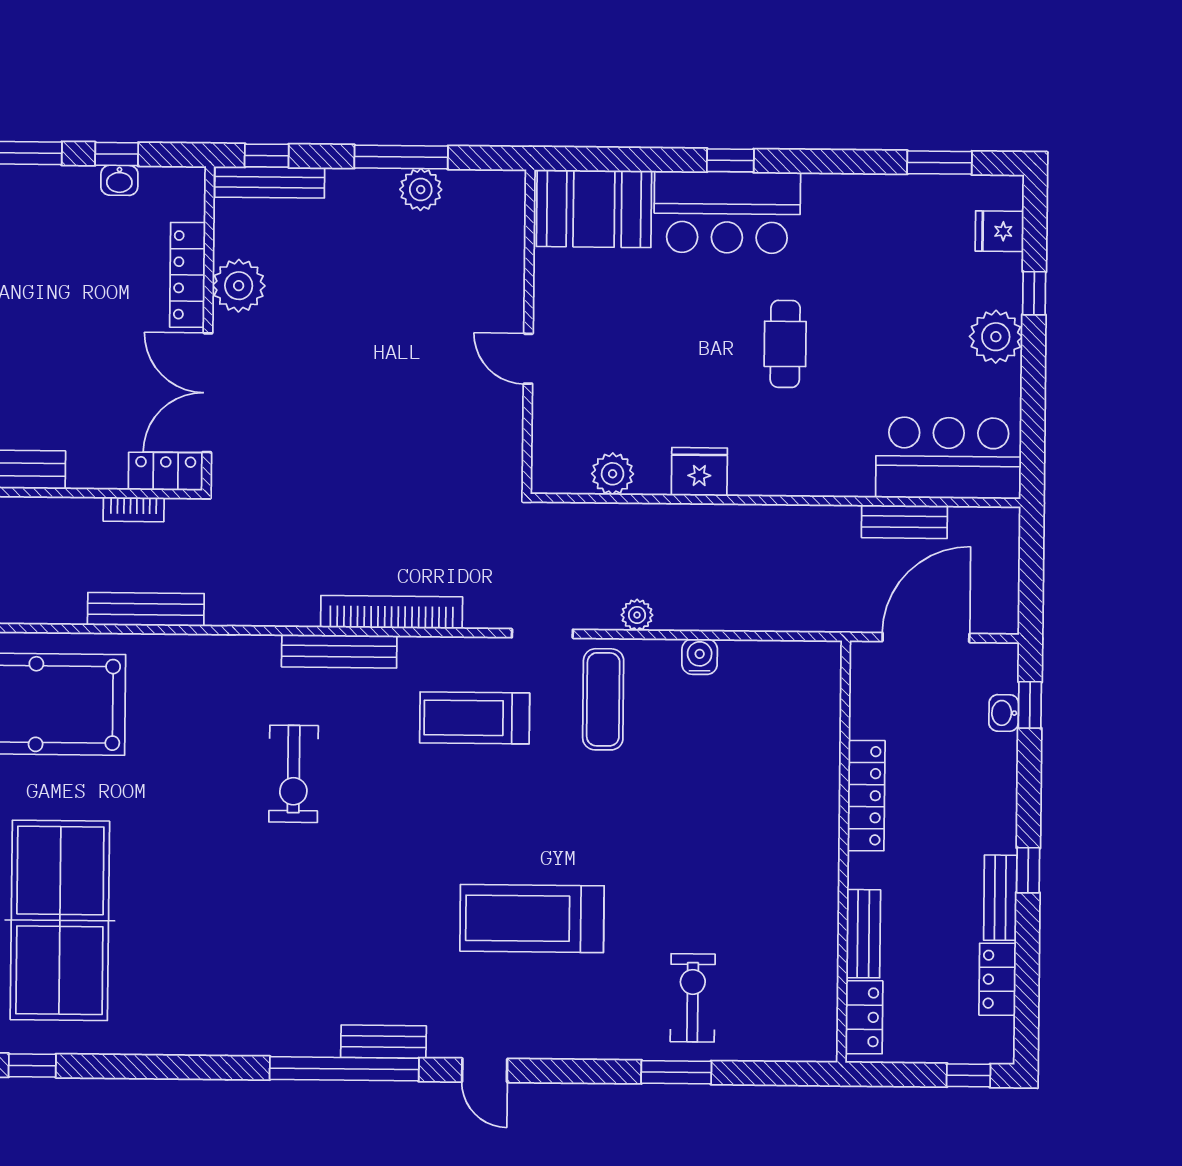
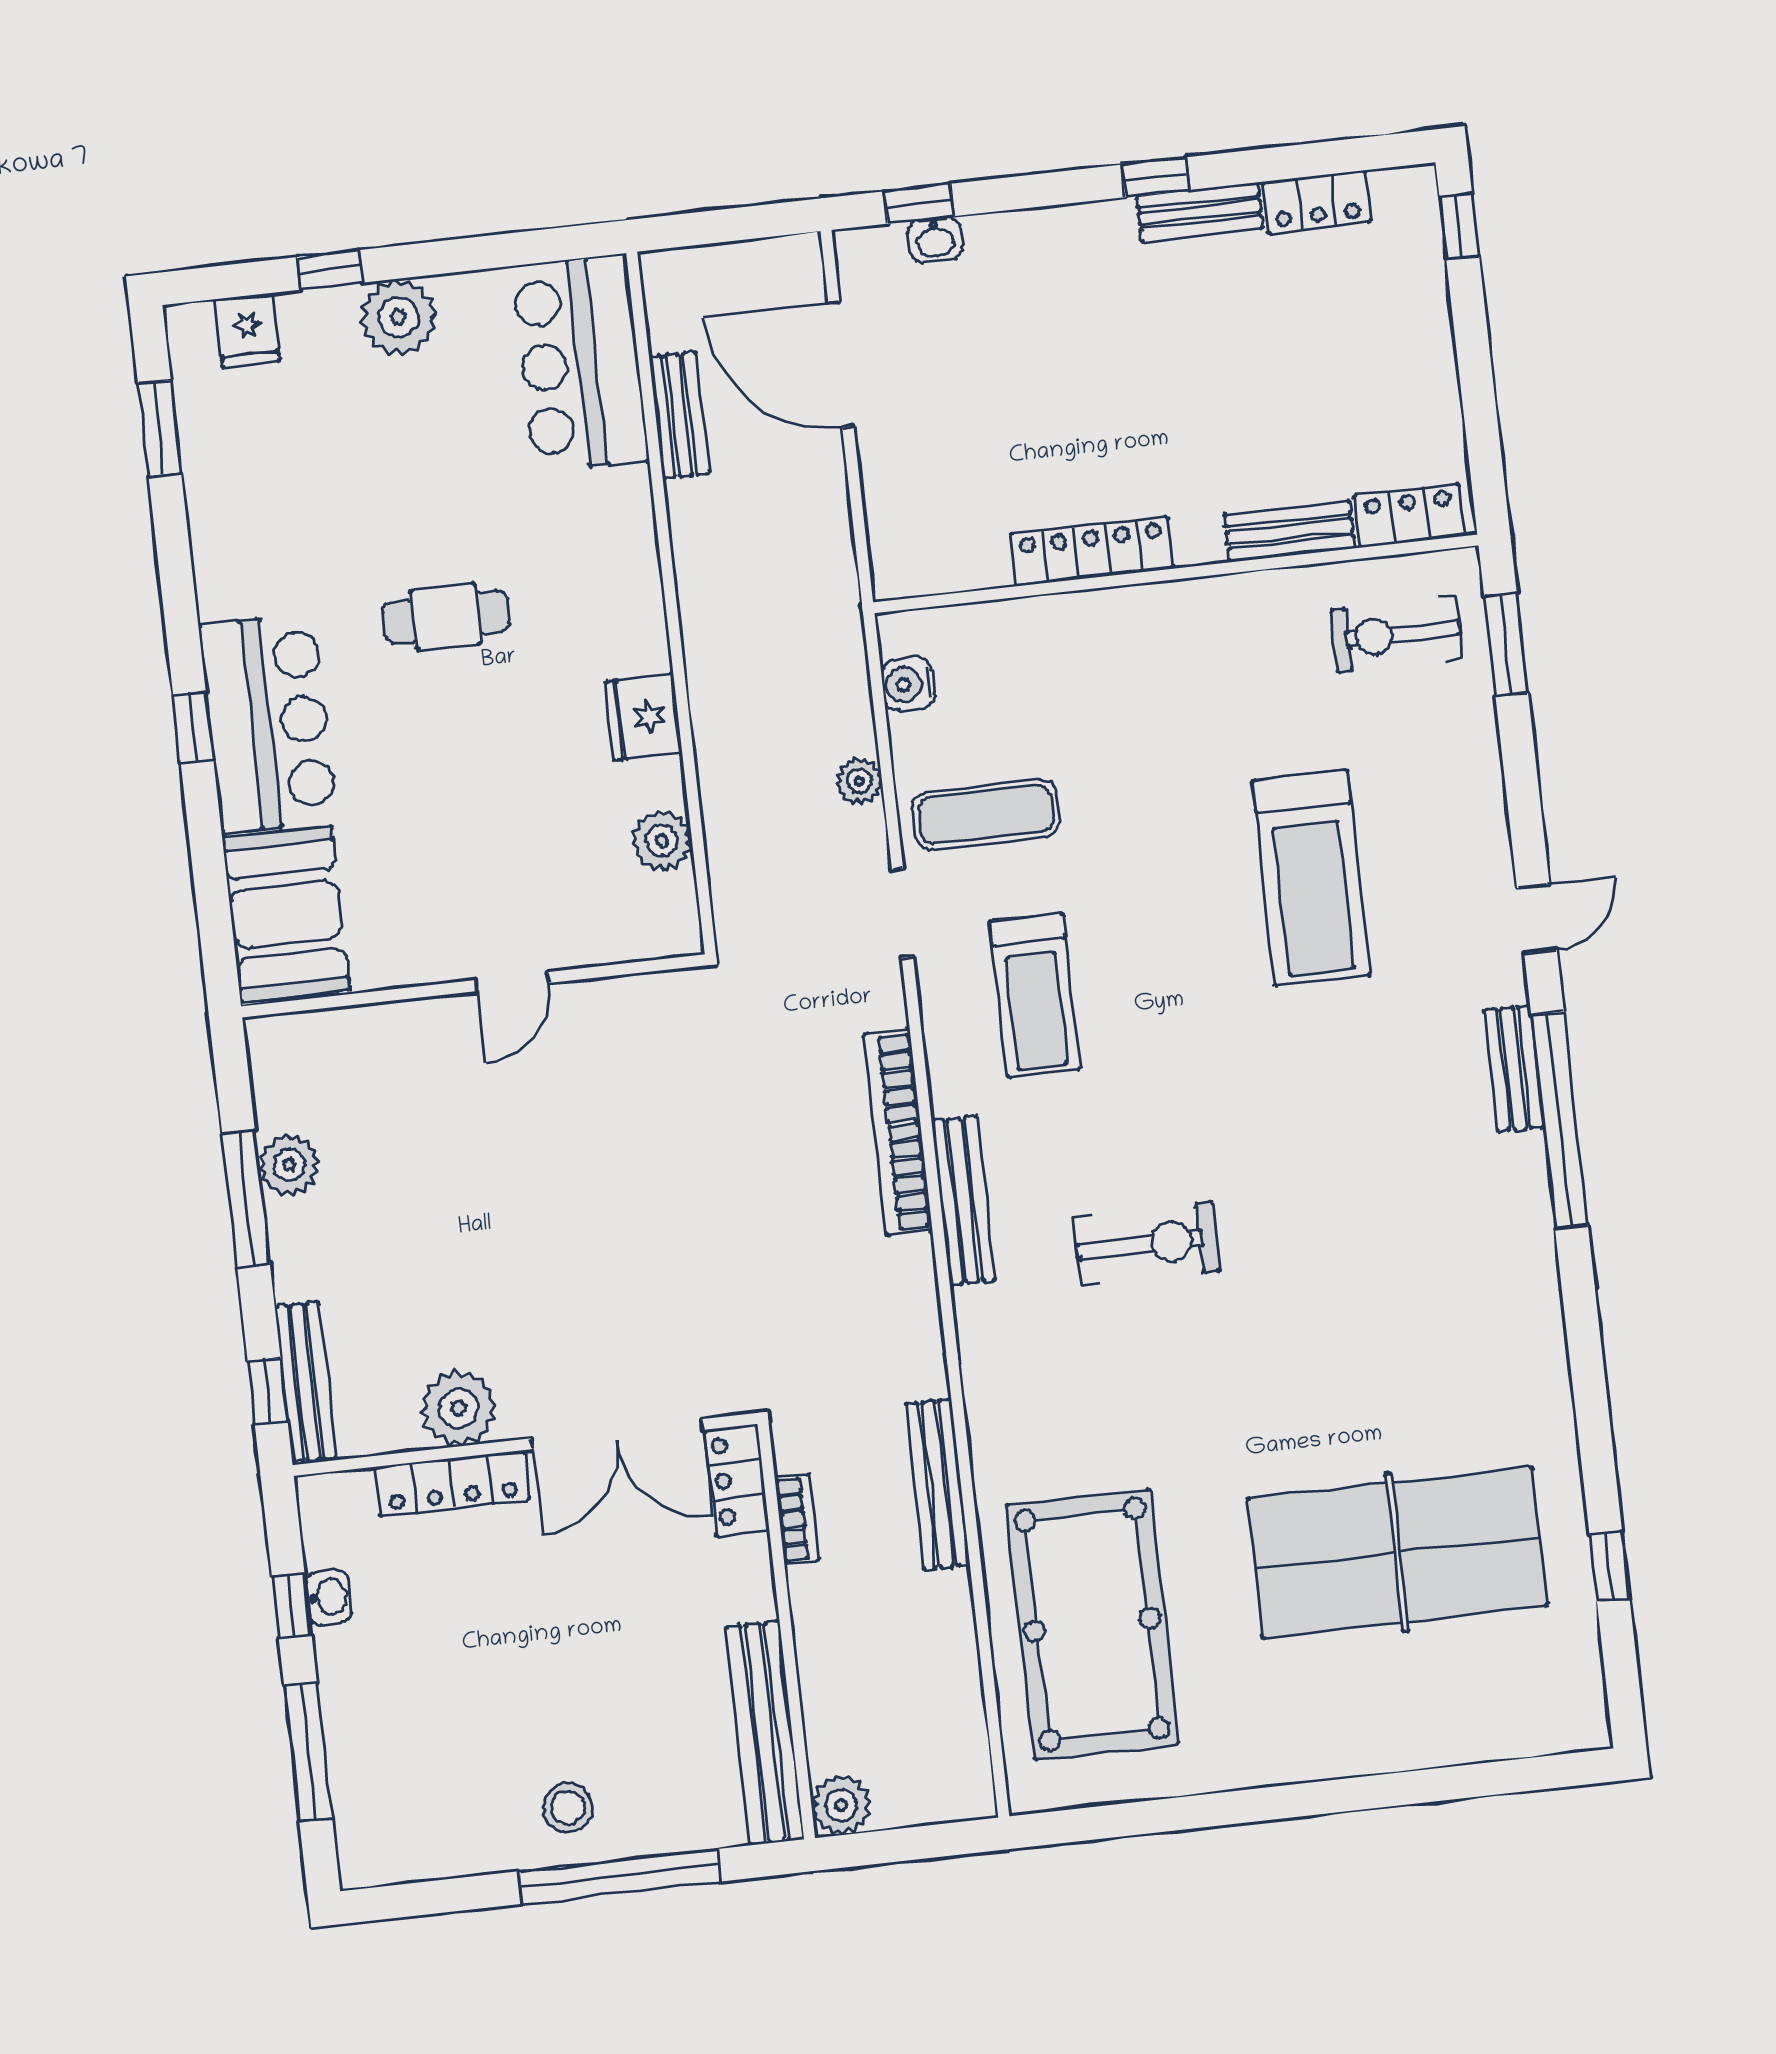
locker: (866, 796) -> (1092, 551), moved
wall: (844, 852) -> (1176, 574), moved
bench: (863, 934) -> (1290, 531), moved
locker: (864, 1017) -> (1409, 515), moved

